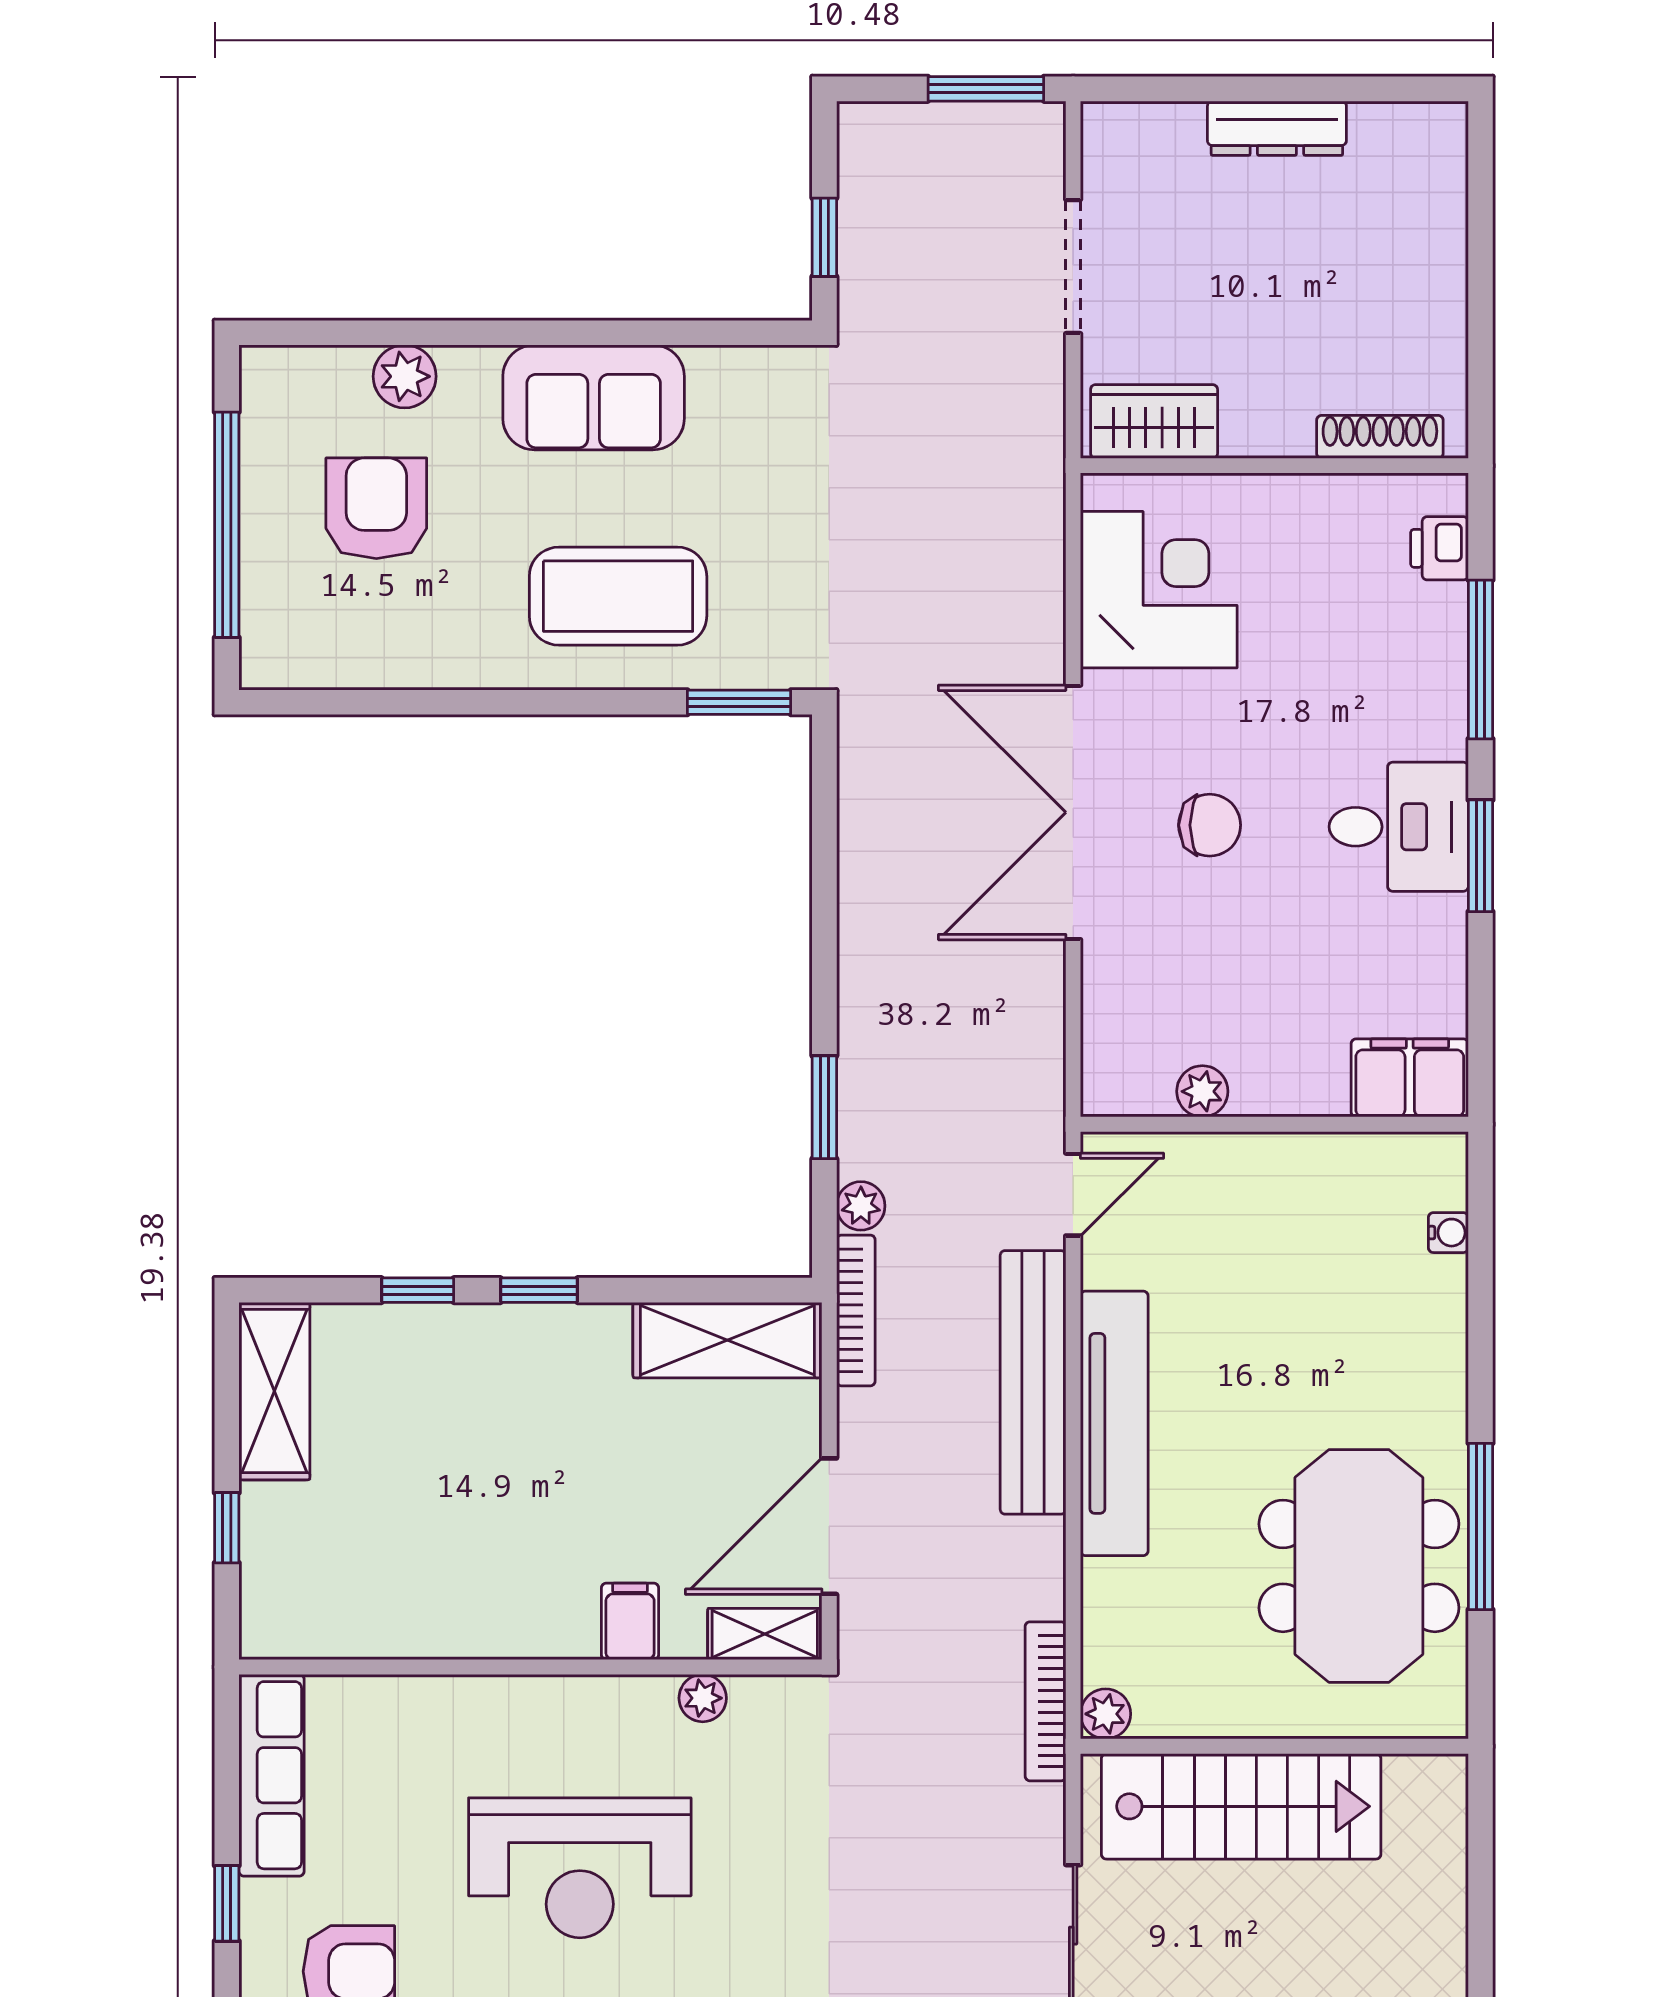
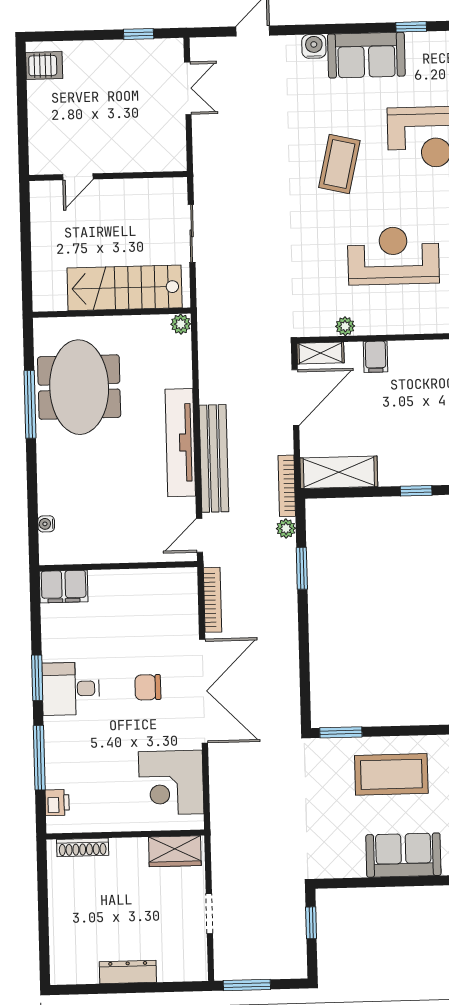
doorway: (1073, 266) -> (209, 914), width x0.73
plant: (1202, 1091) -> (148, 579), removed
bookcase: (1045, 1701) -> (212, 600), moved

